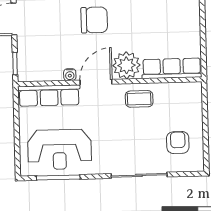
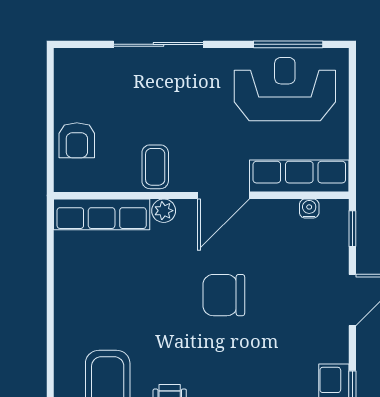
plant: (126, 65) -> (164, 211), width x0.53, depth x0.53
water cooler: (70, 75) -> (309, 208), moved
coffee table: (139, 99) -> (155, 167), turned 90
armchair: (178, 143) -> (77, 140), moved

